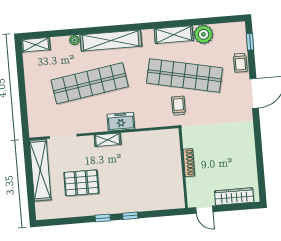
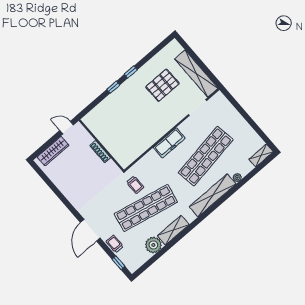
freezer: (121, 122) -> (169, 143), width x1.40
shelving: (108, 140) -> (166, 127), removed

